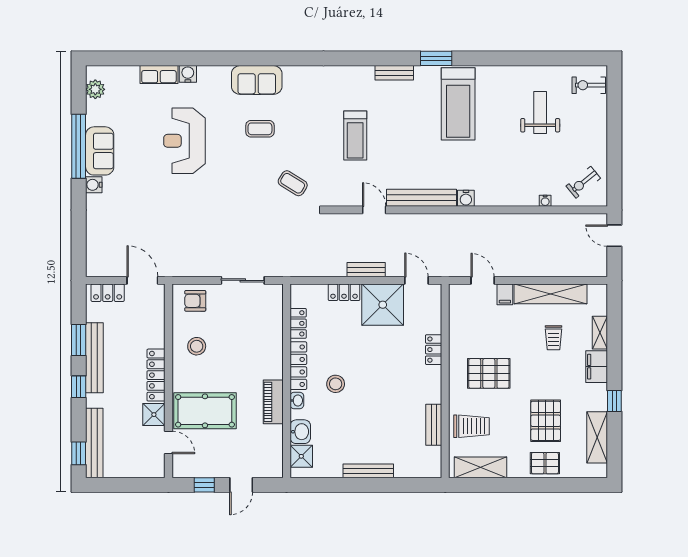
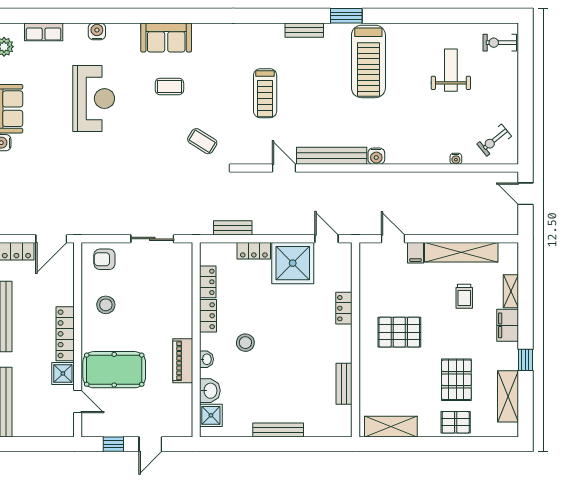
row of seats: (159, 74) -> (44, 32), moved
reception desk: (184, 141) -> (94, 99), turned 180
bench: (366, 270) -> (233, 228), moved
door: (142, 280) -> (51, 239), swing flipped
locker: (298, 366) -> (208, 316), width x0.66
trolley: (472, 426) -> (382, 385), removed

